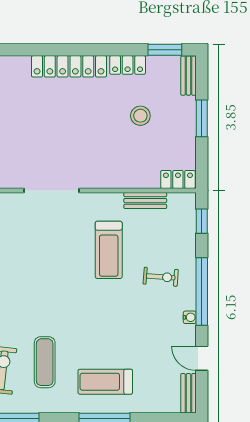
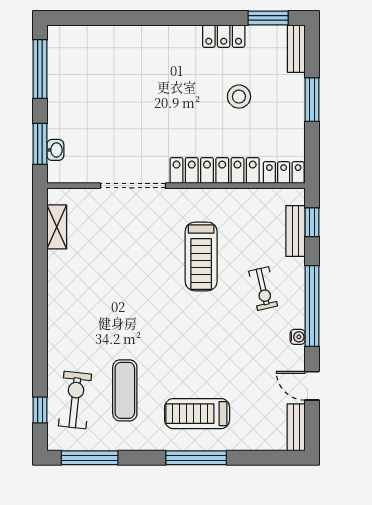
locker: (69, 66) -> (215, 171), moved, turned 180
bench: (145, 201) -> (296, 231), moved, turned 90
exercise bike: (161, 277) -> (263, 289), turned 73

